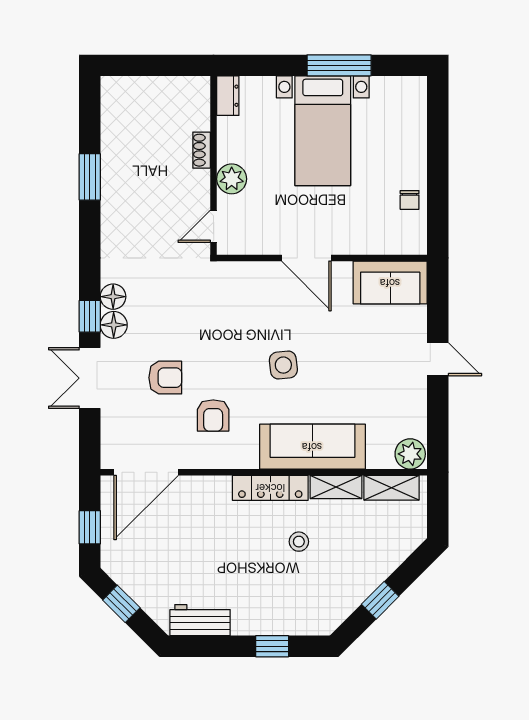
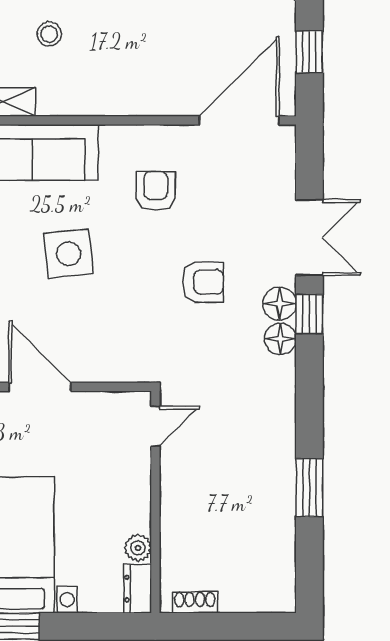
shoe rack: (202, 150) -> (195, 602), moved, turned -90
plant: (232, 179) -> (138, 548), moved, width x0.73, depth x0.73
side table: (283, 365) -> (69, 254), width x1.37, depth x1.37
armchair: (165, 378) -> (203, 282), moved, turned 180
locker: (270, 488) -> (85, 101), removed

